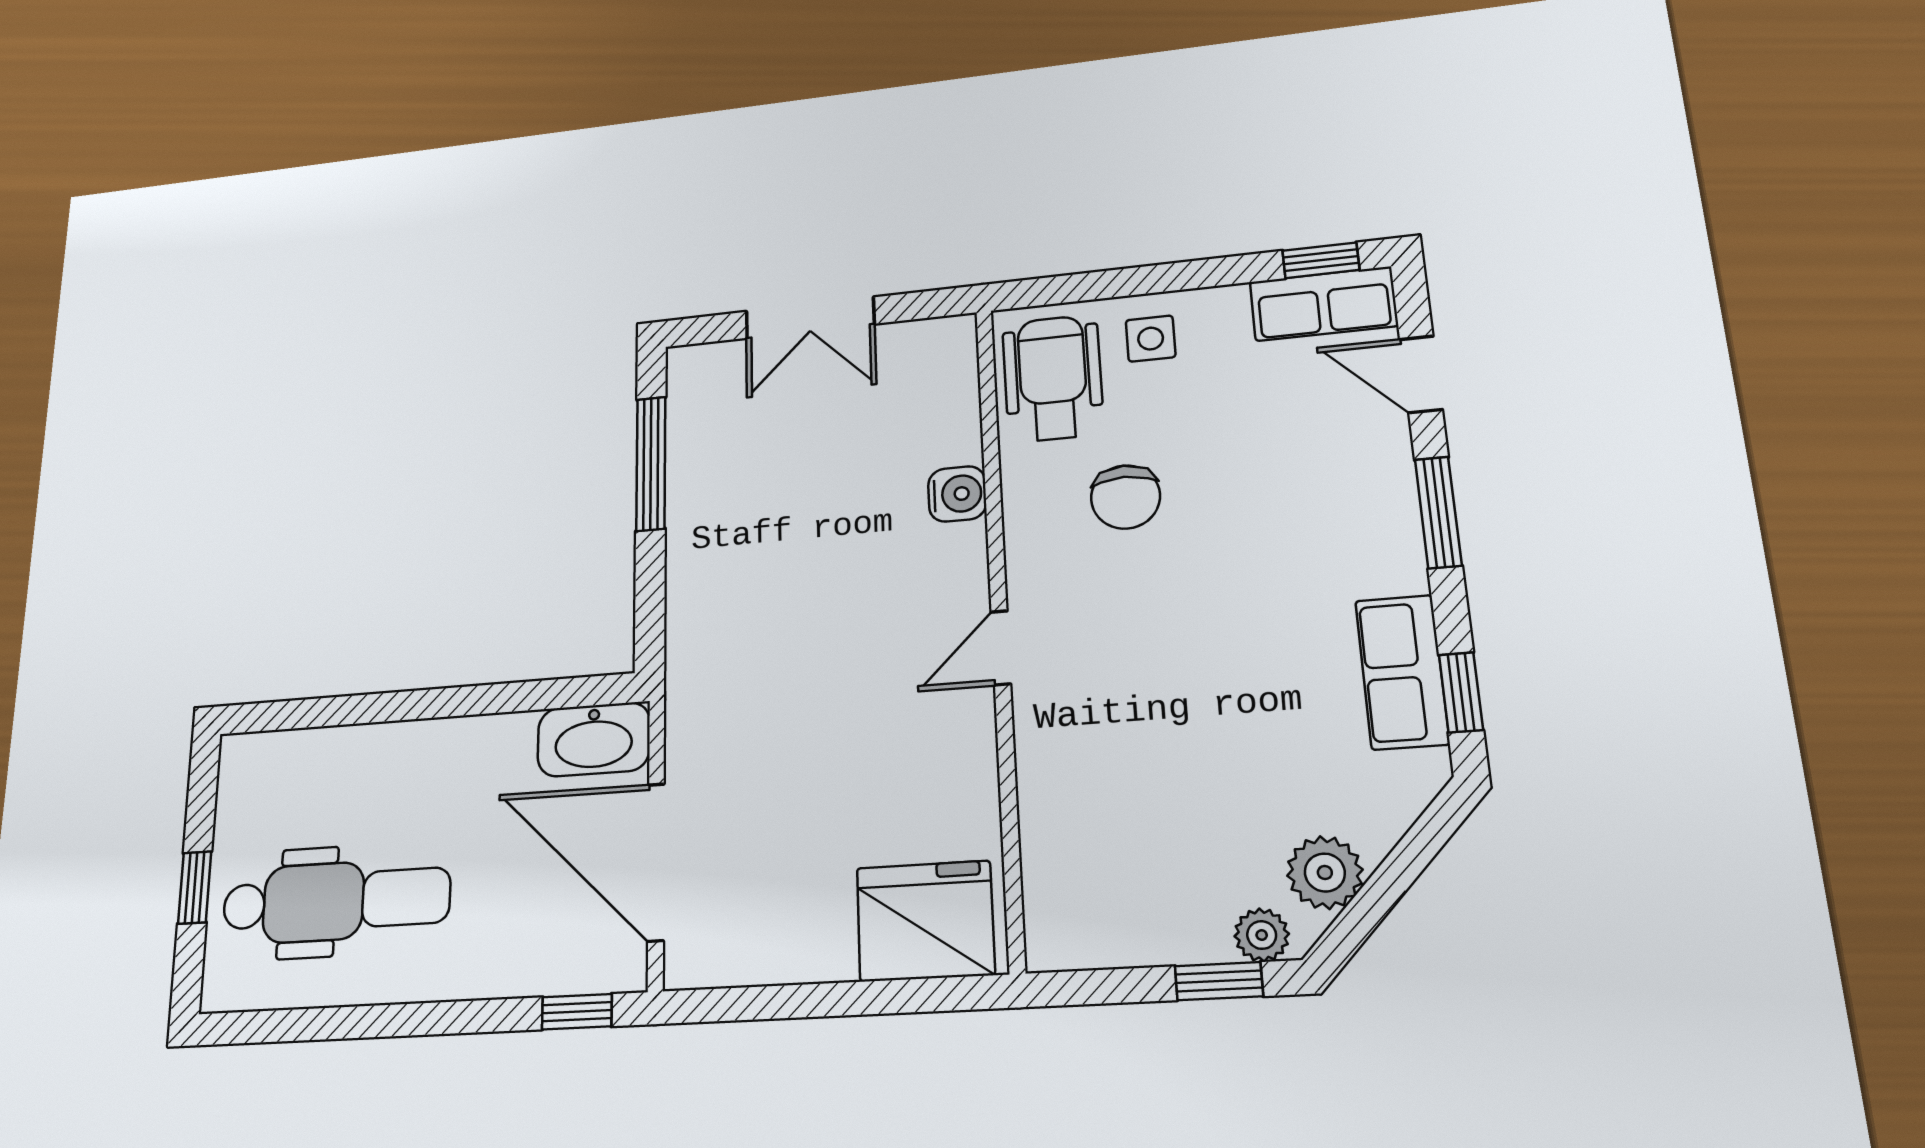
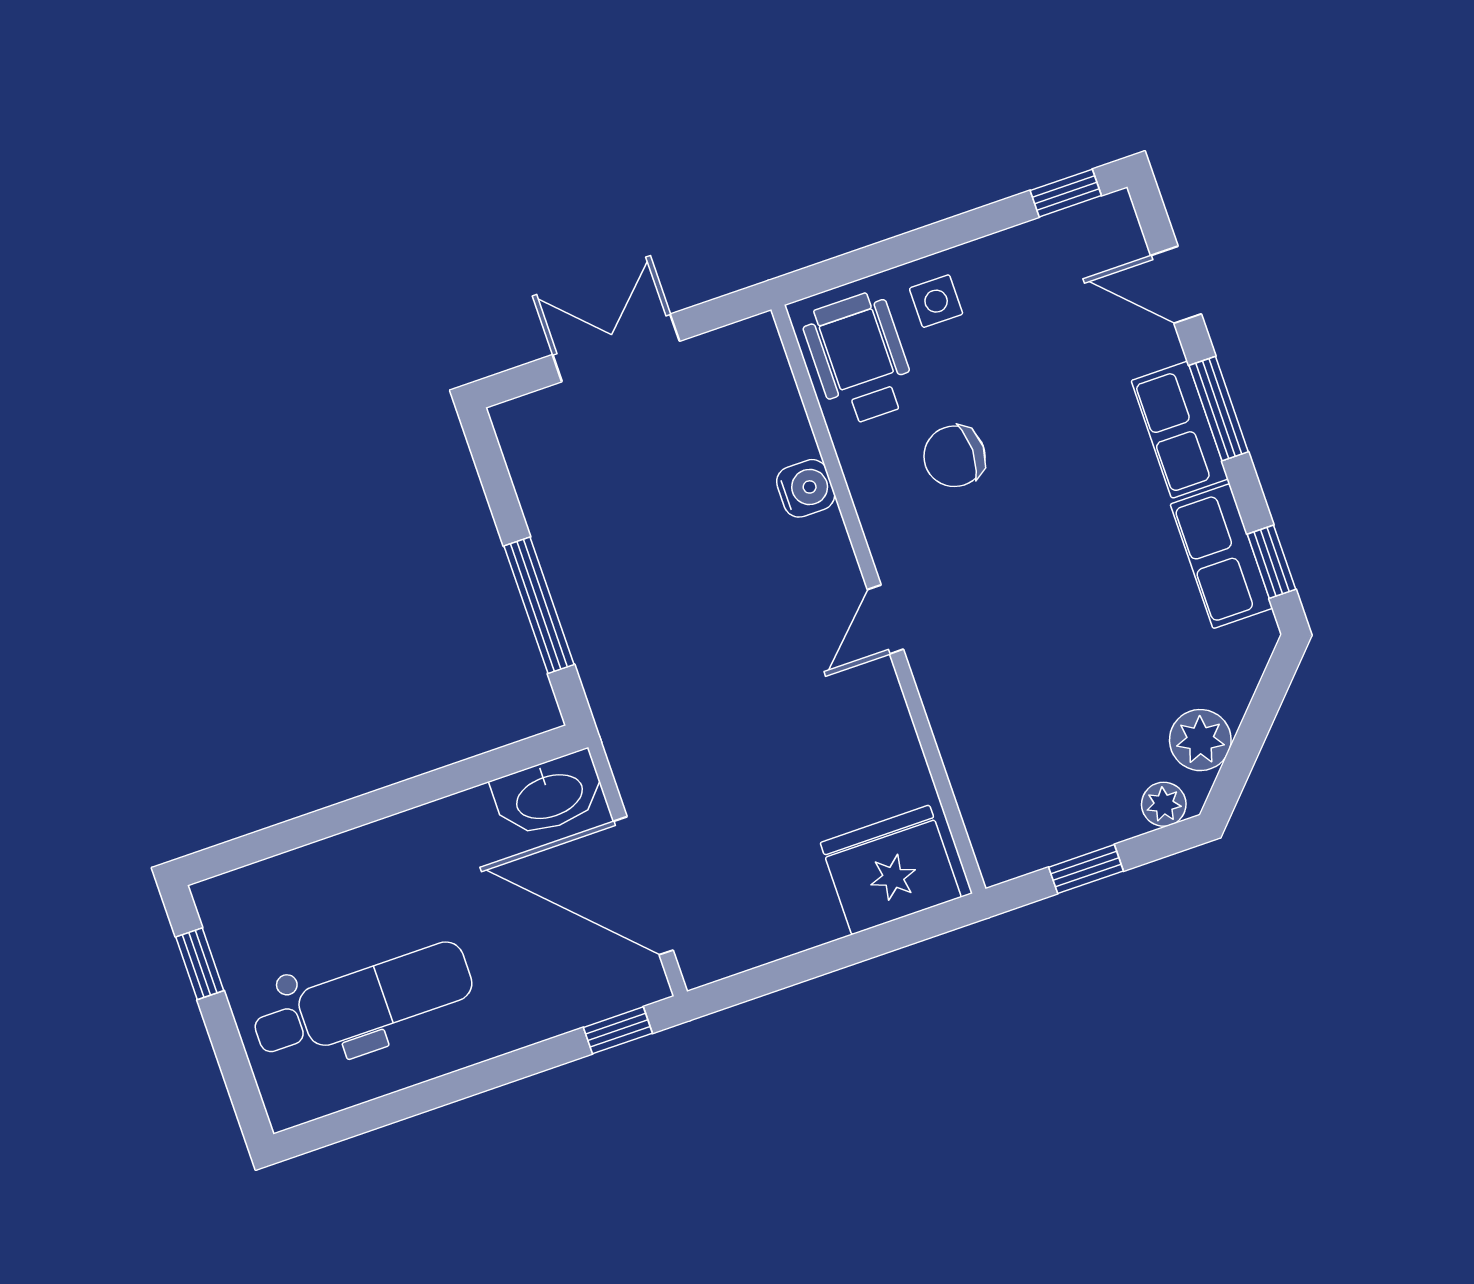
row of seats: (1323, 304) -> (1180, 430), moved, turned 90
double door: (810, 318) -> (616, 348), swing flipped
window: (651, 464) -> (539, 605), moved
chair: (1125, 497) -> (954, 456), turned 90
window: (195, 887) -> (200, 964), moved
window: (1219, 981) -> (1086, 869), moved

